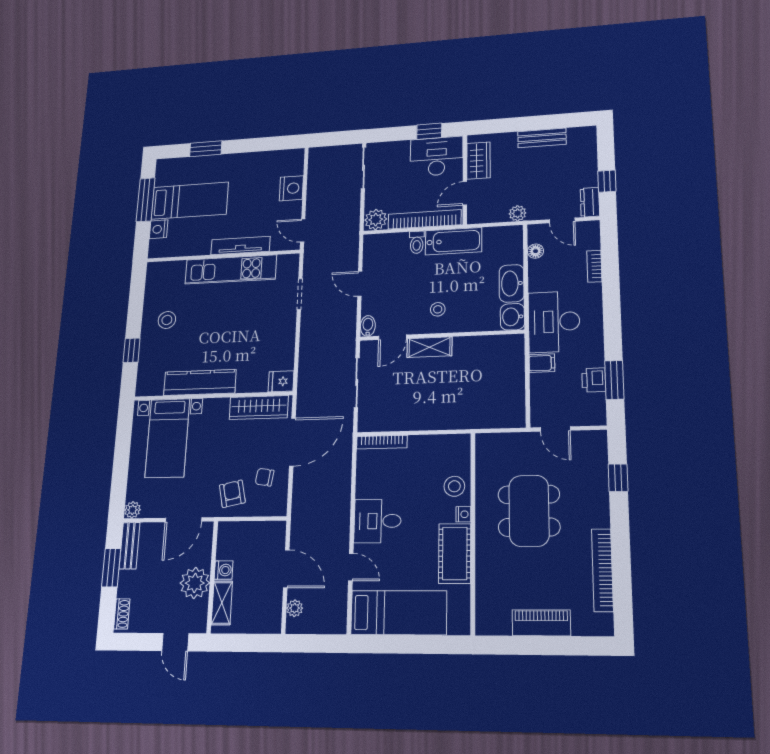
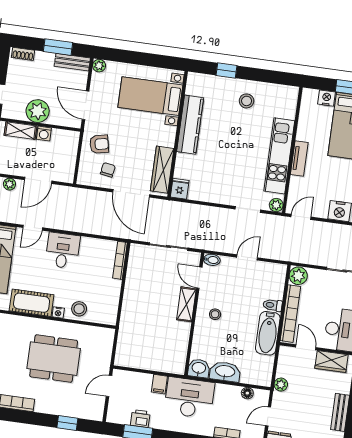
tv unit: (240, 245) -> (299, 158), width x0.71
plant: (291, 262) -> (276, 205), added

